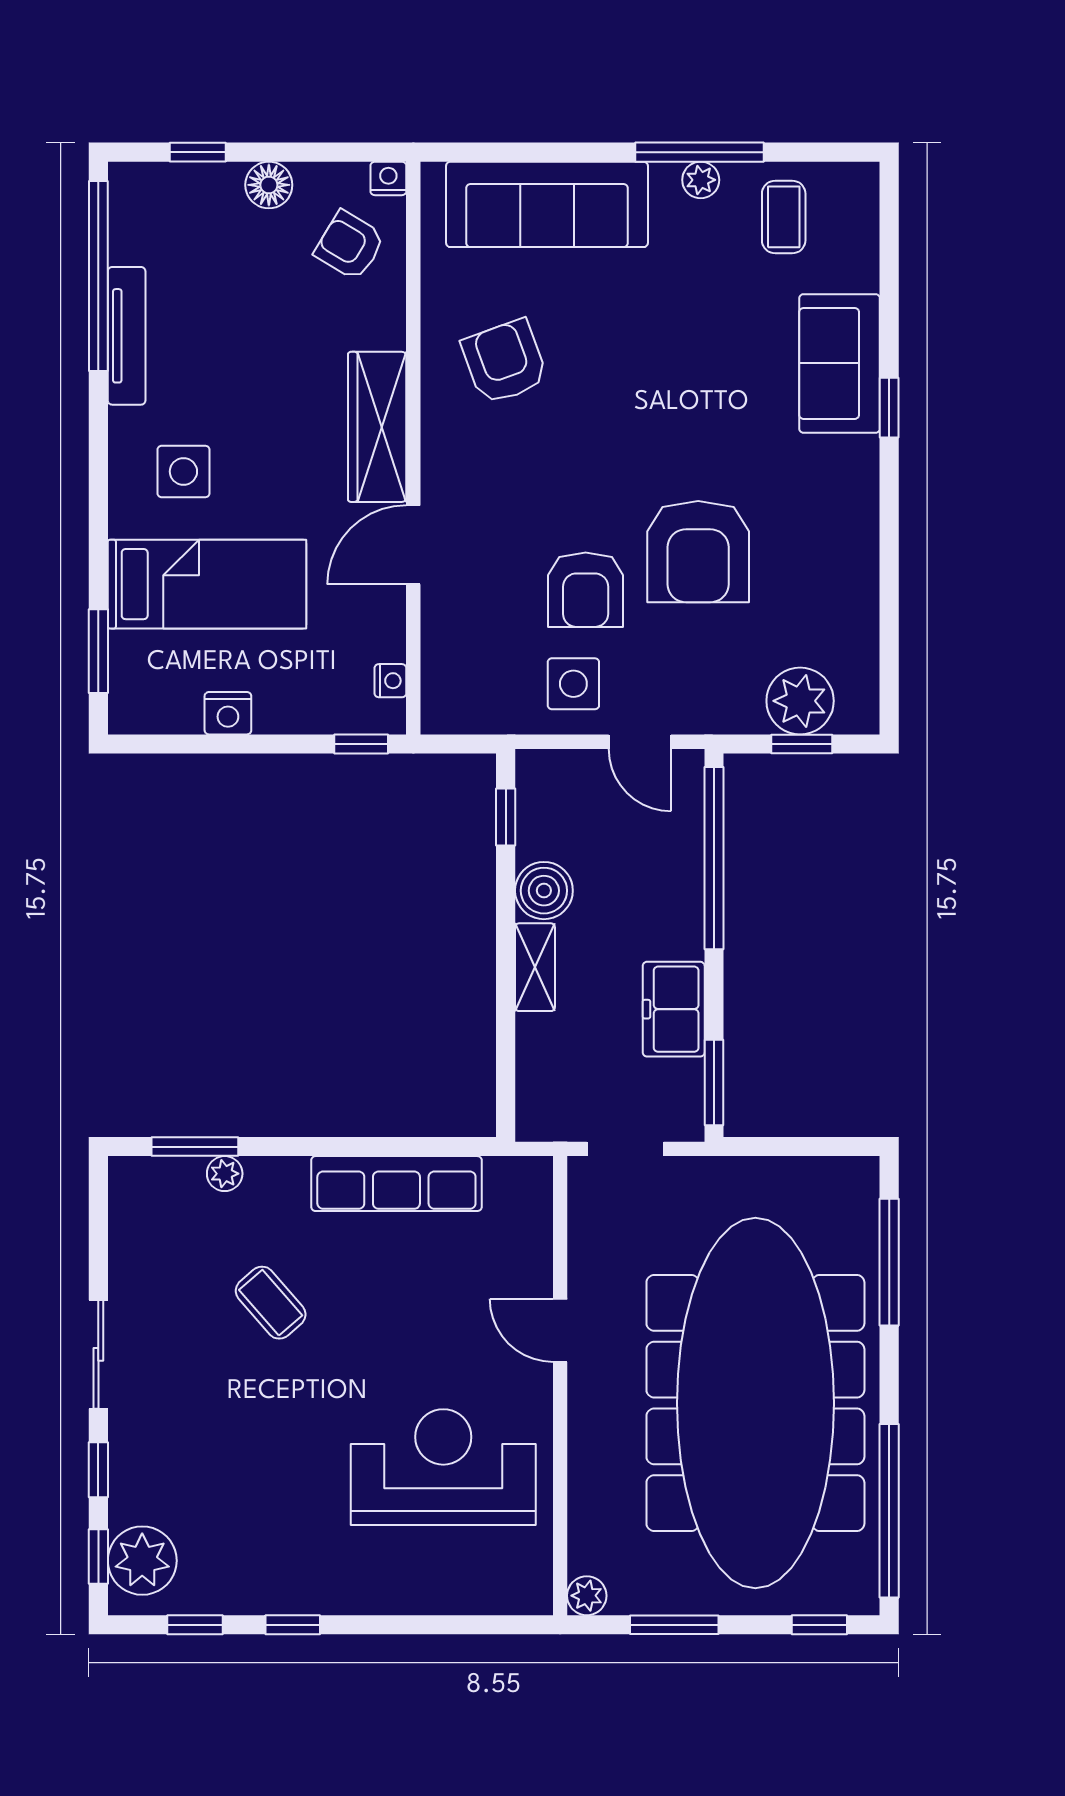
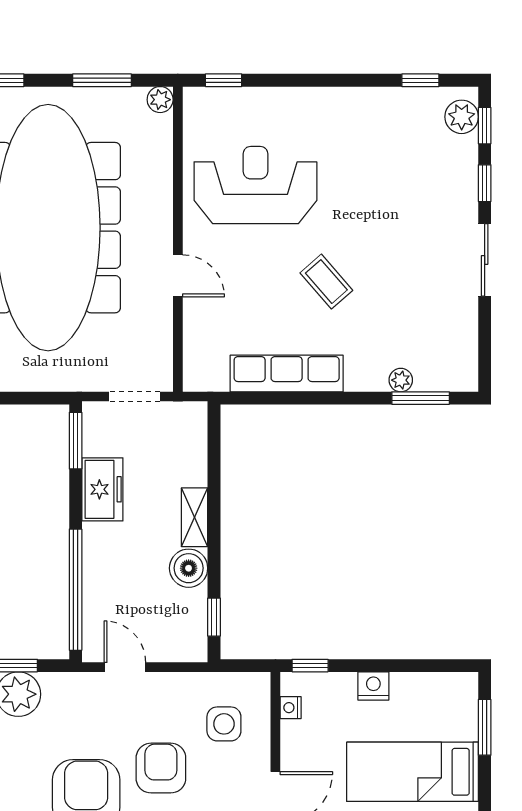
side table: (573, 684) -> (224, 724), moved
nightstand: (228, 713) -> (373, 686), moved
coffee table: (271, 1303) -> (326, 282), moved
reception desk: (443, 1467) -> (255, 185), turned 180
plant: (142, 1561) -> (462, 117), width x0.73, depth x0.73
window: (293, 1625) -> (224, 80), moved

